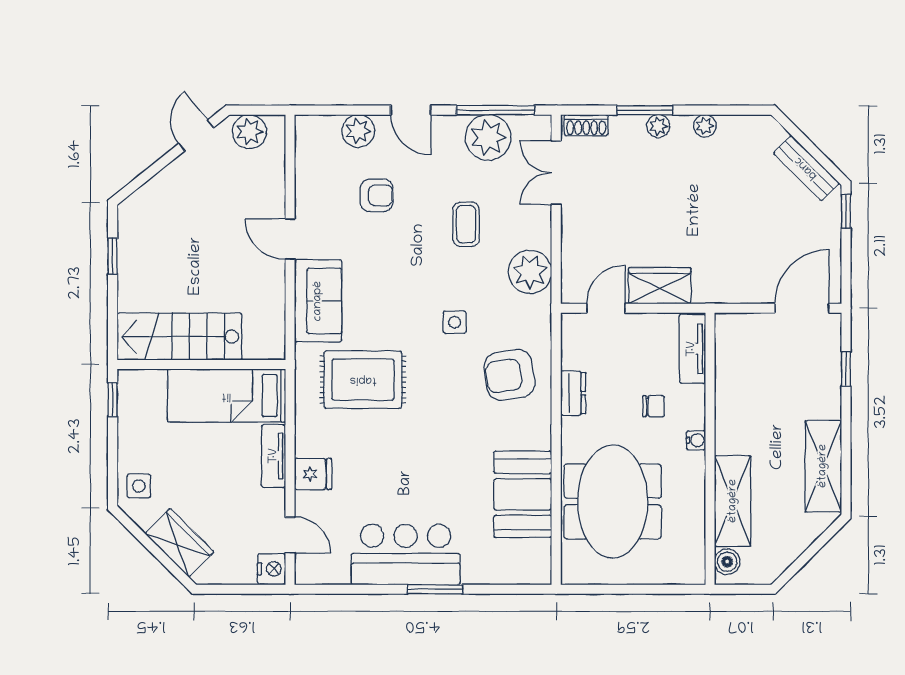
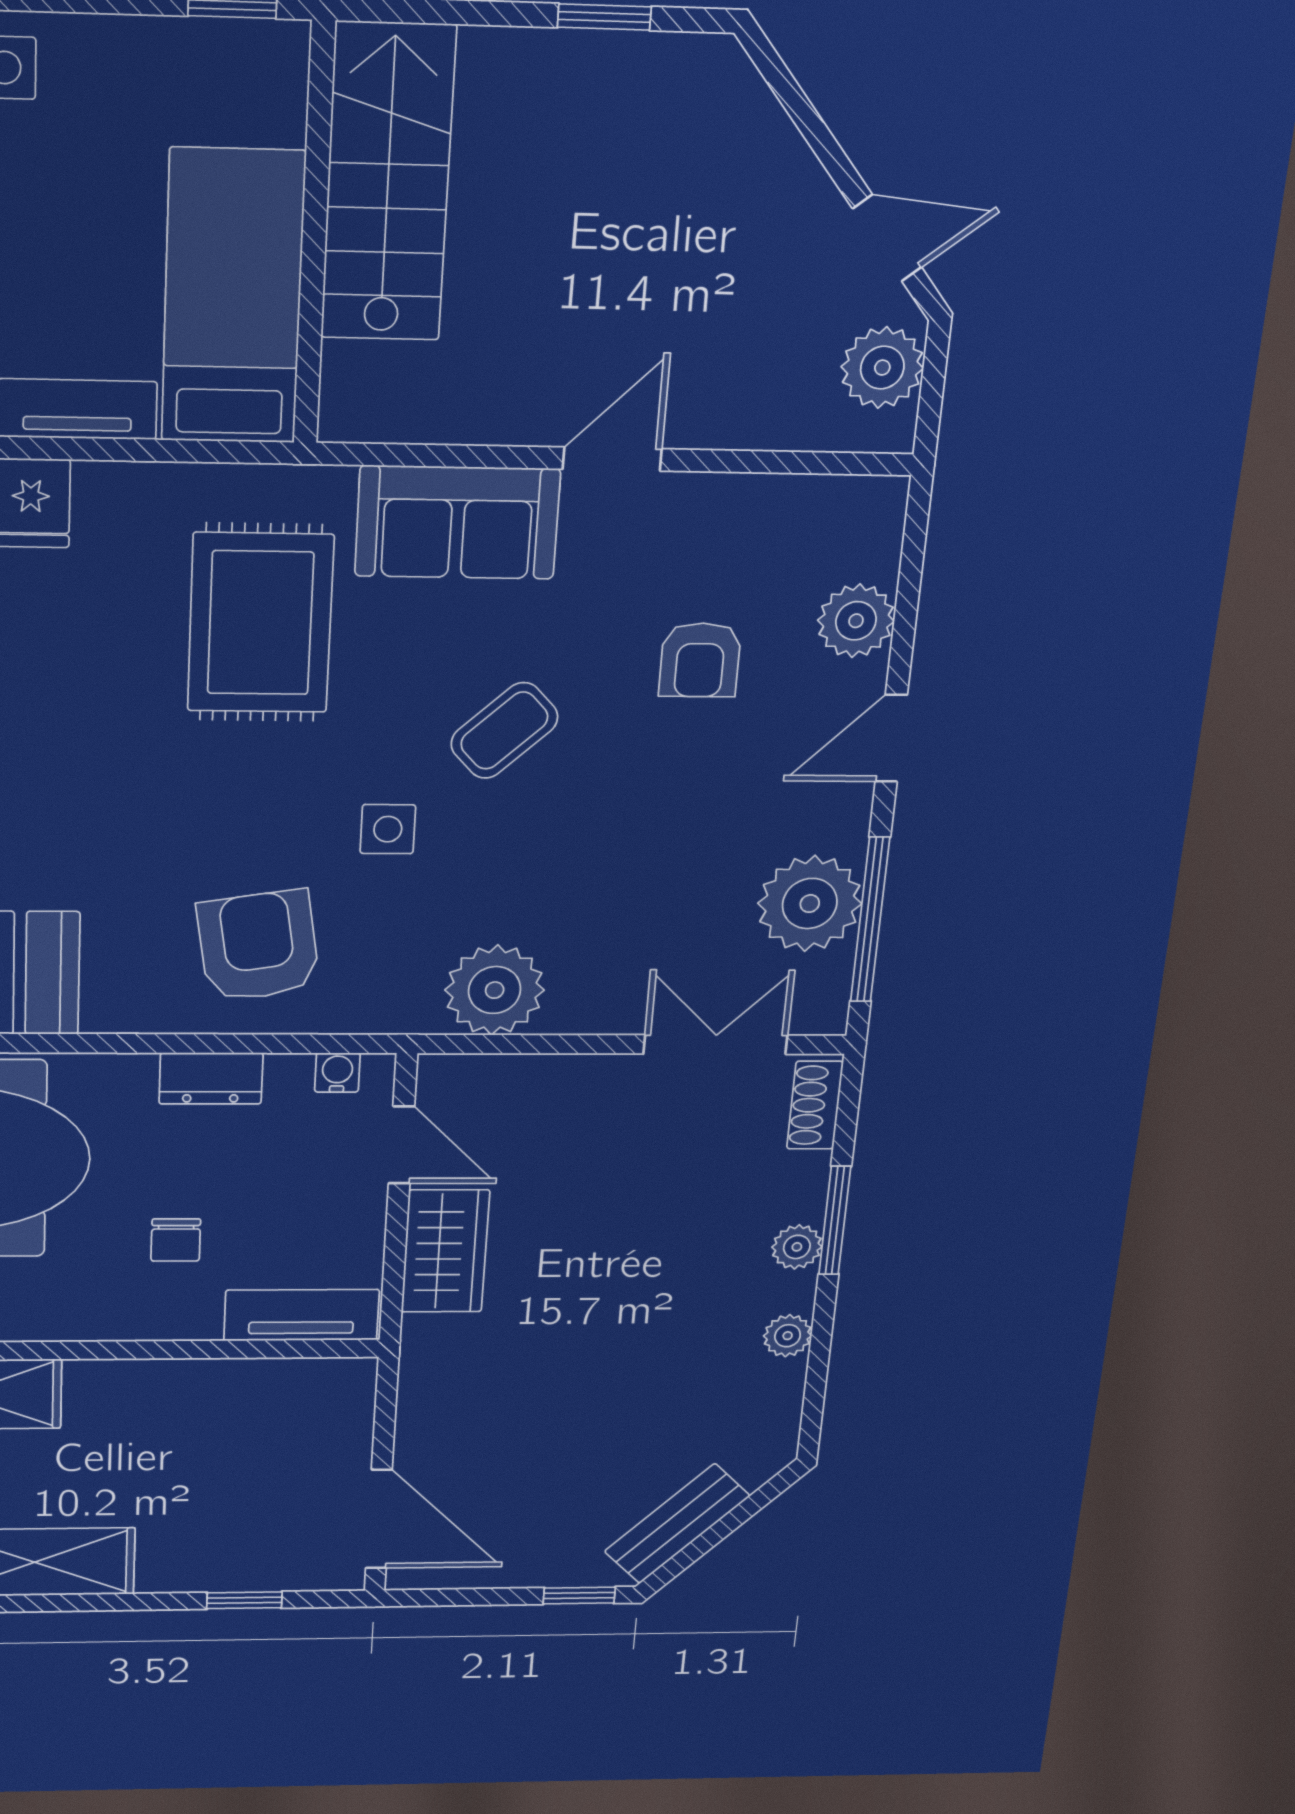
coffee table: (466, 224) -> (504, 730), moved, turned -43
water cooler: (696, 440) -> (337, 1073), moved, turned 180

